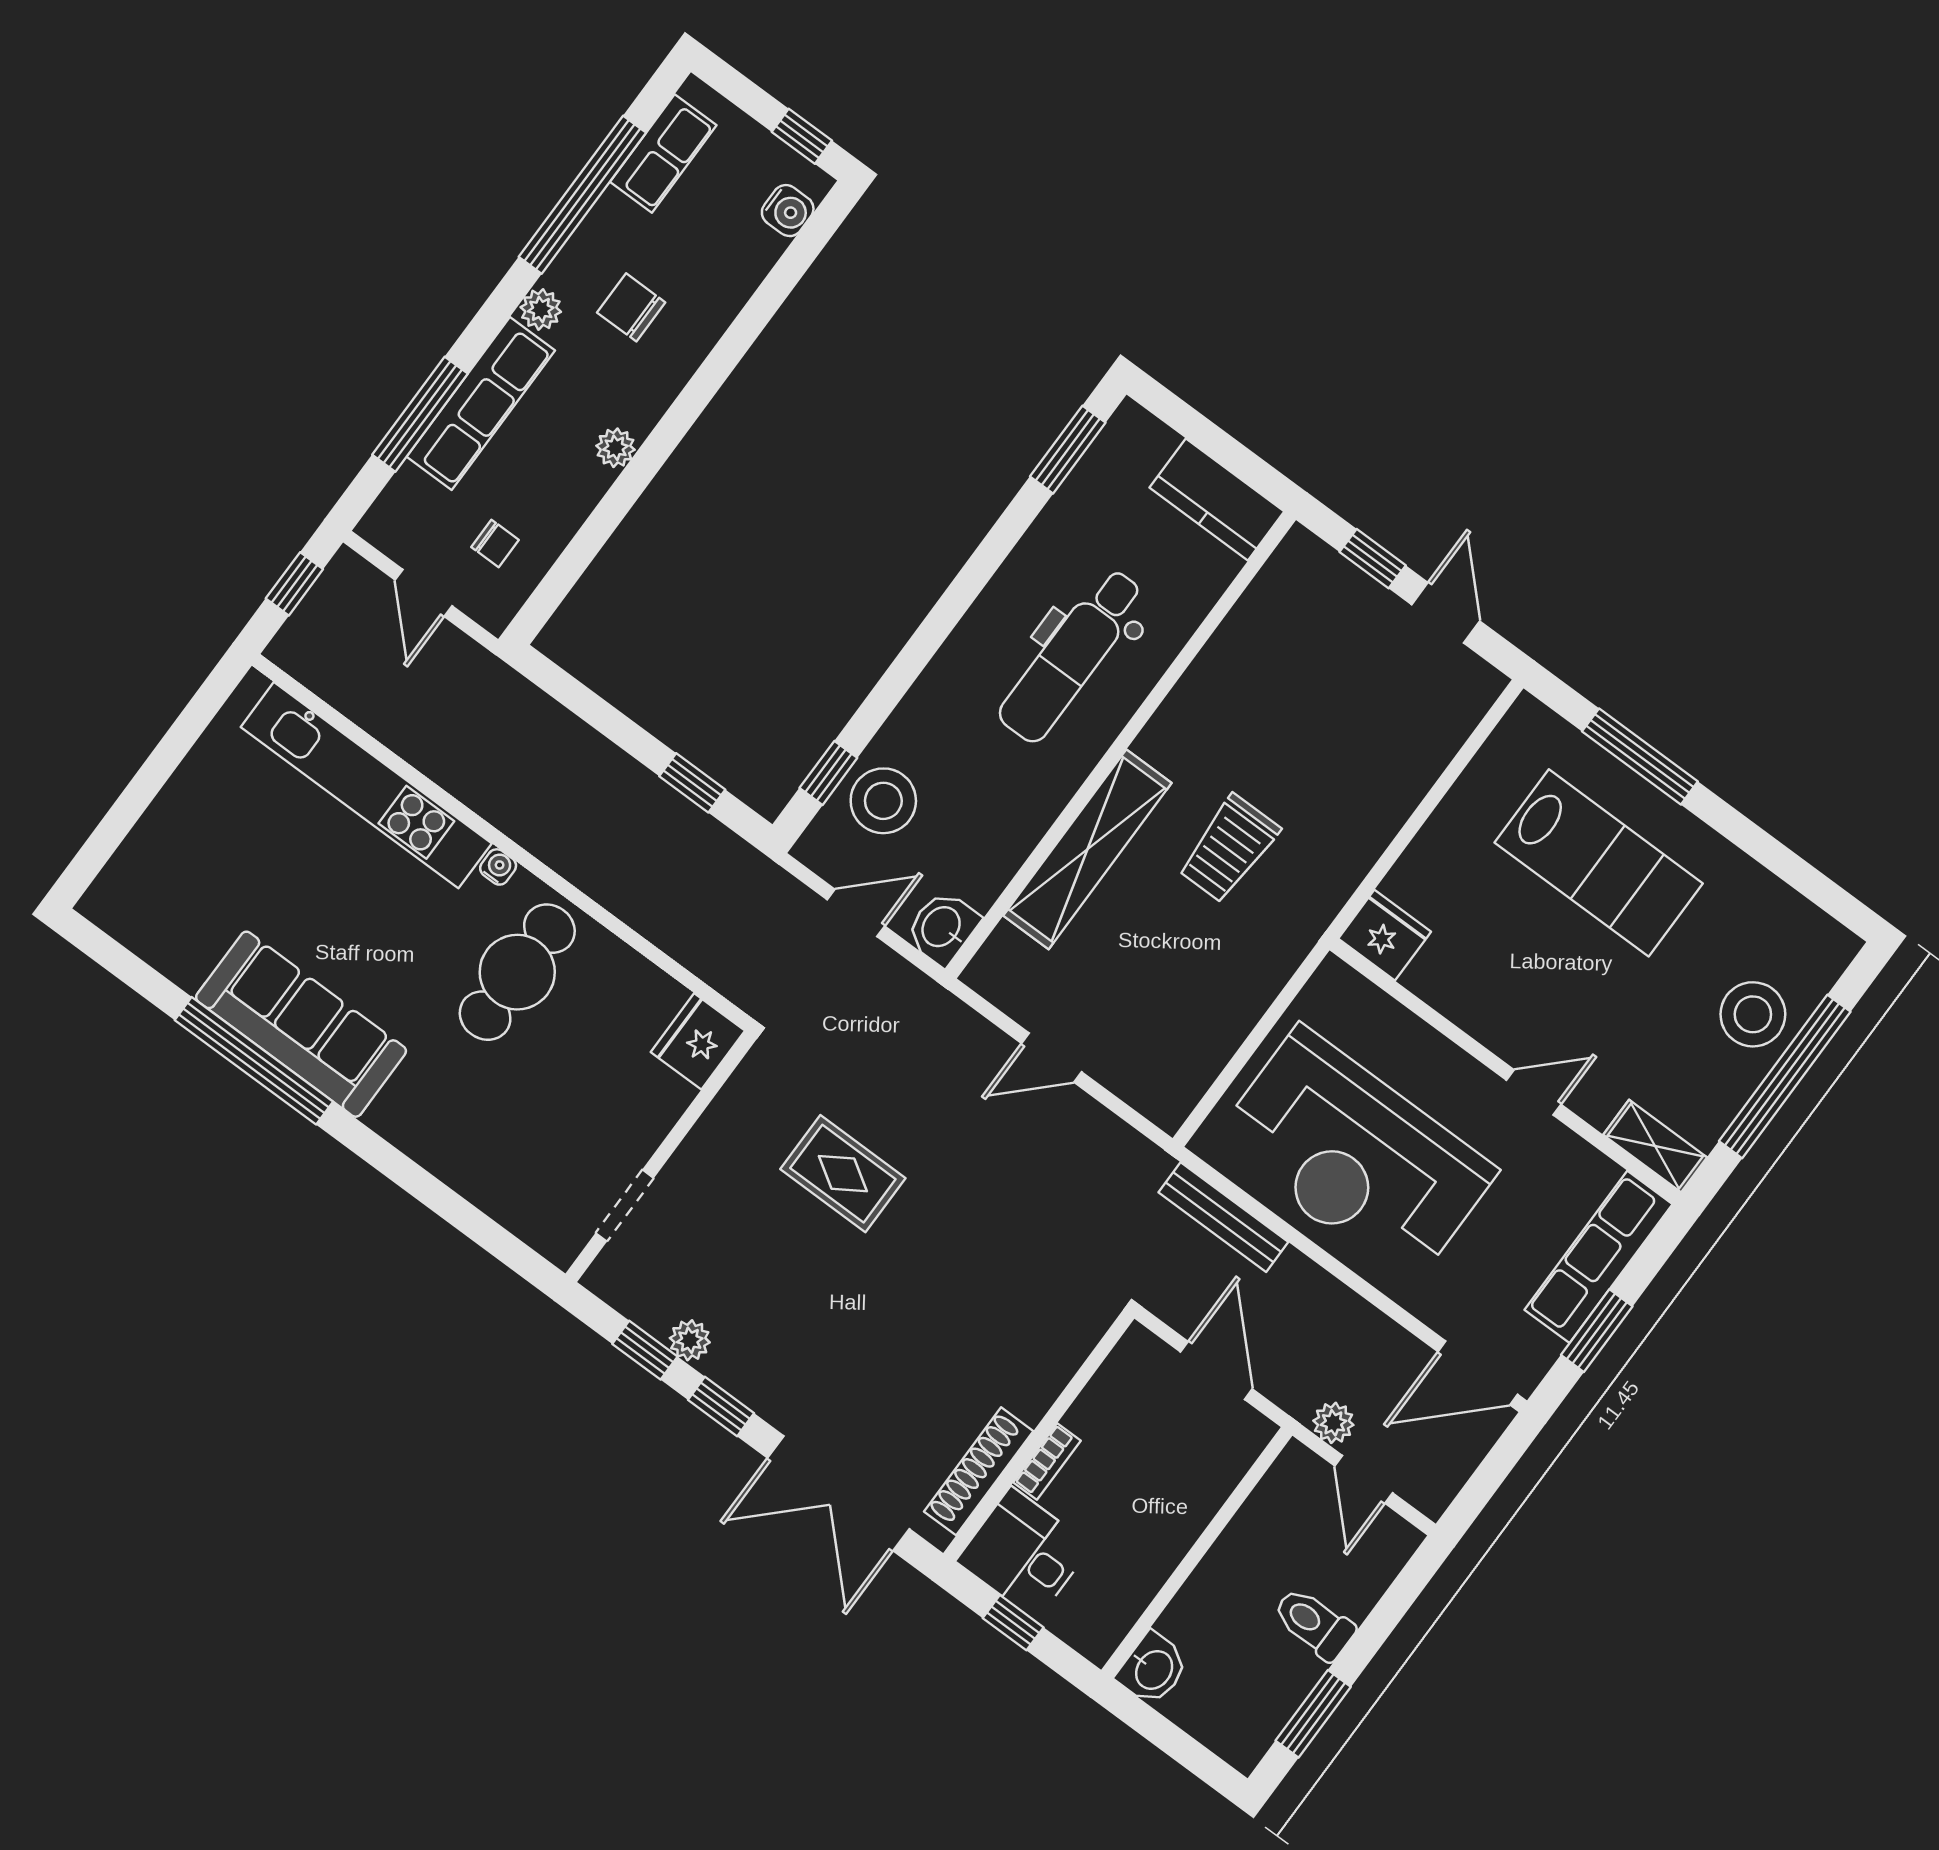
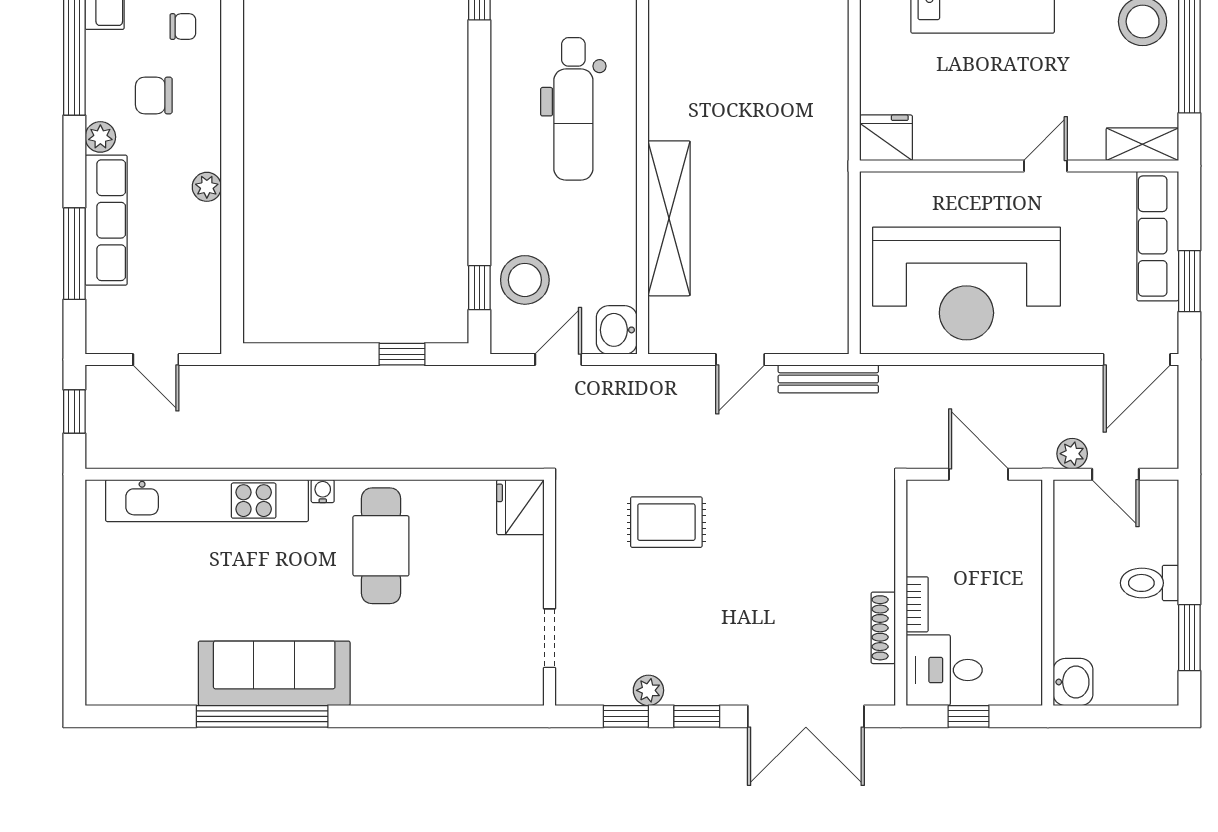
chair: (495, 543) -> (183, 27), moved
trolley: (1229, 849) -> (754, 155), removed
bench: (1223, 1217) -> (828, 379), moved
shoe rack: (979, 1471) -> (883, 628), width x0.74, depth x0.81

